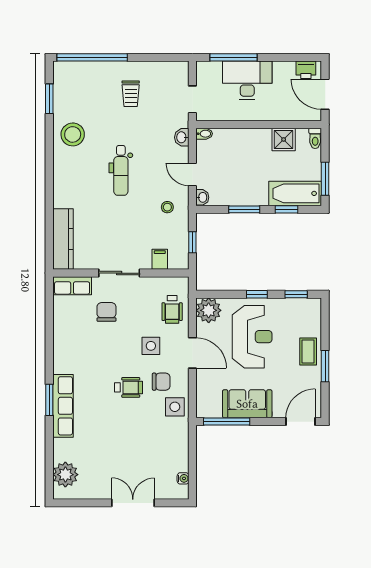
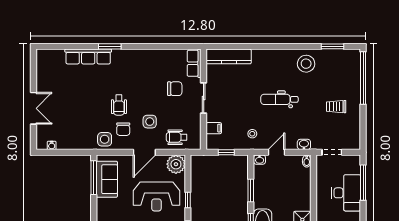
sofa: (247, 404) -> (107, 179), moved
row of seats: (63, 406) -> (88, 57), moved
plant: (65, 475) -> (55, 58), removed

